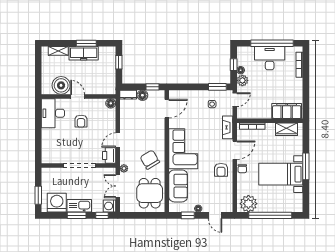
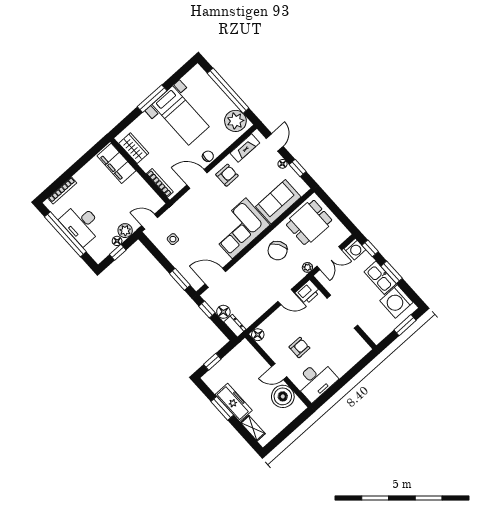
window: (217, 87) -> (180, 279), moved
door: (78, 96) -> (279, 372), hinge flipped
fireplace: (228, 127) -> (245, 148), moved

